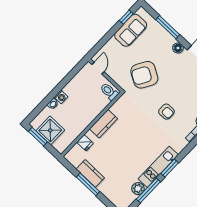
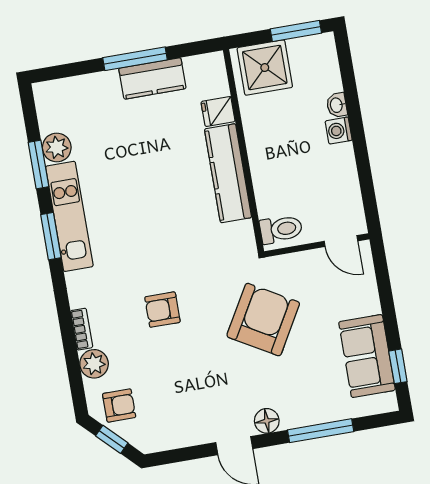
kitchen counter: (103, 124) -> (228, 173), width x1.50
shower: (50, 130) -> (265, 68), moved
window: (148, 190) -> (38, 164), width x0.69

